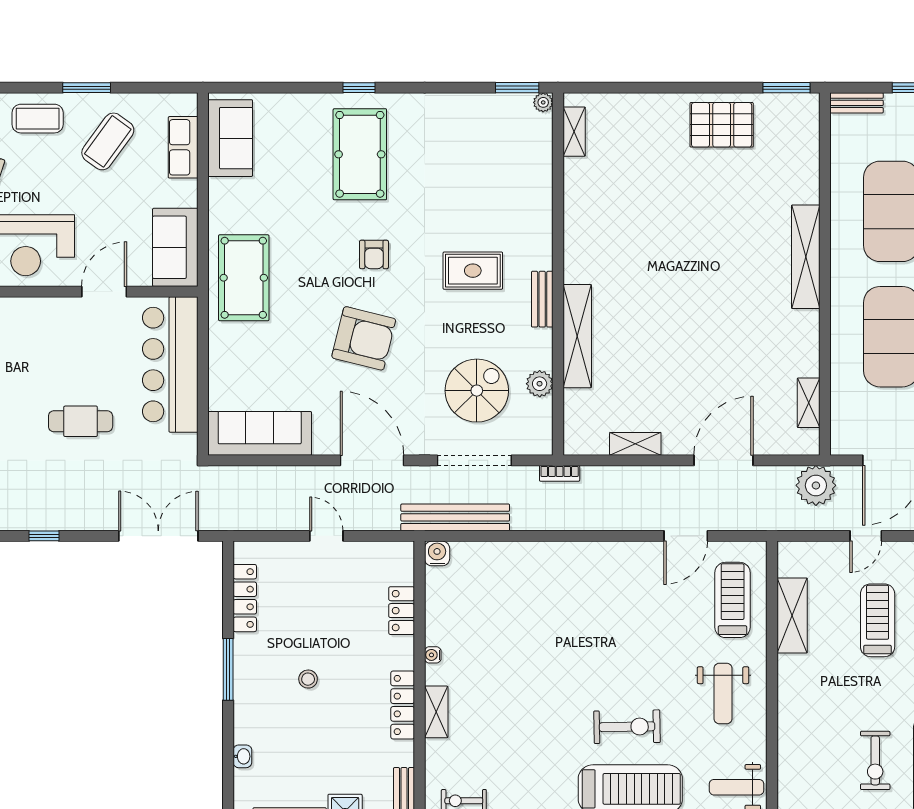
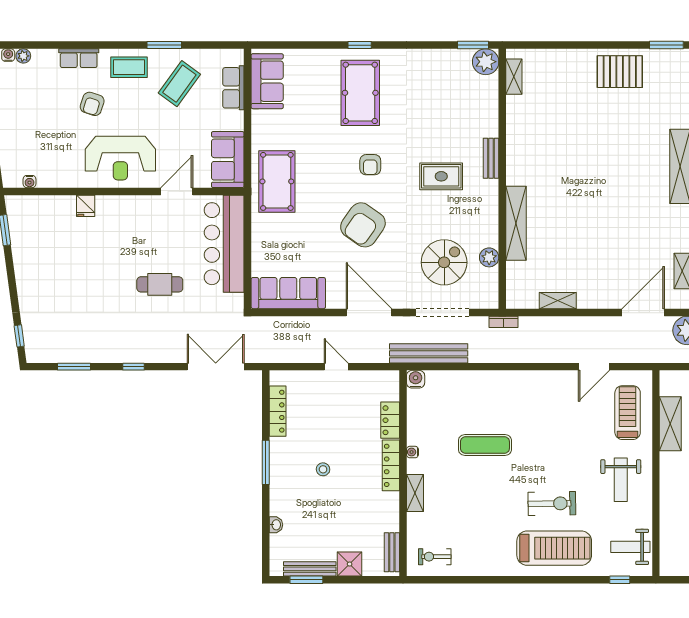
plant: (543, 102) -> (486, 62), width x1.88, depth x1.88
bench: (542, 299) -> (491, 158), moved
armchair: (364, 338) -> (363, 225), turned 111
door: (723, 460) -> (643, 312), moved
exercise mat: (534, 645) -> (485, 445), added
locker: (403, 705) -> (391, 465), moved

